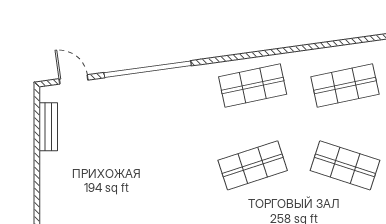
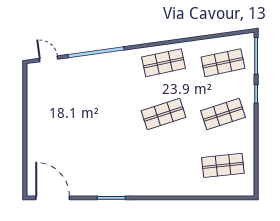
bench: (48, 127) -> (32, 89), removed
shop shelf: (345, 165) -> (223, 114), turned -36

